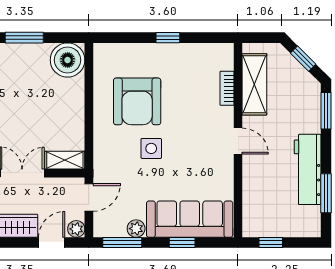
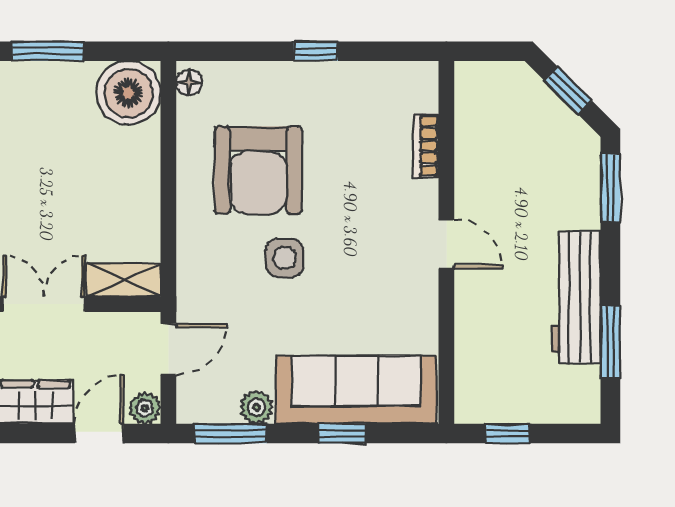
floor lamp: (100, 54) -> (189, 83), added
shelving: (254, 84) -> (477, 138), removed

